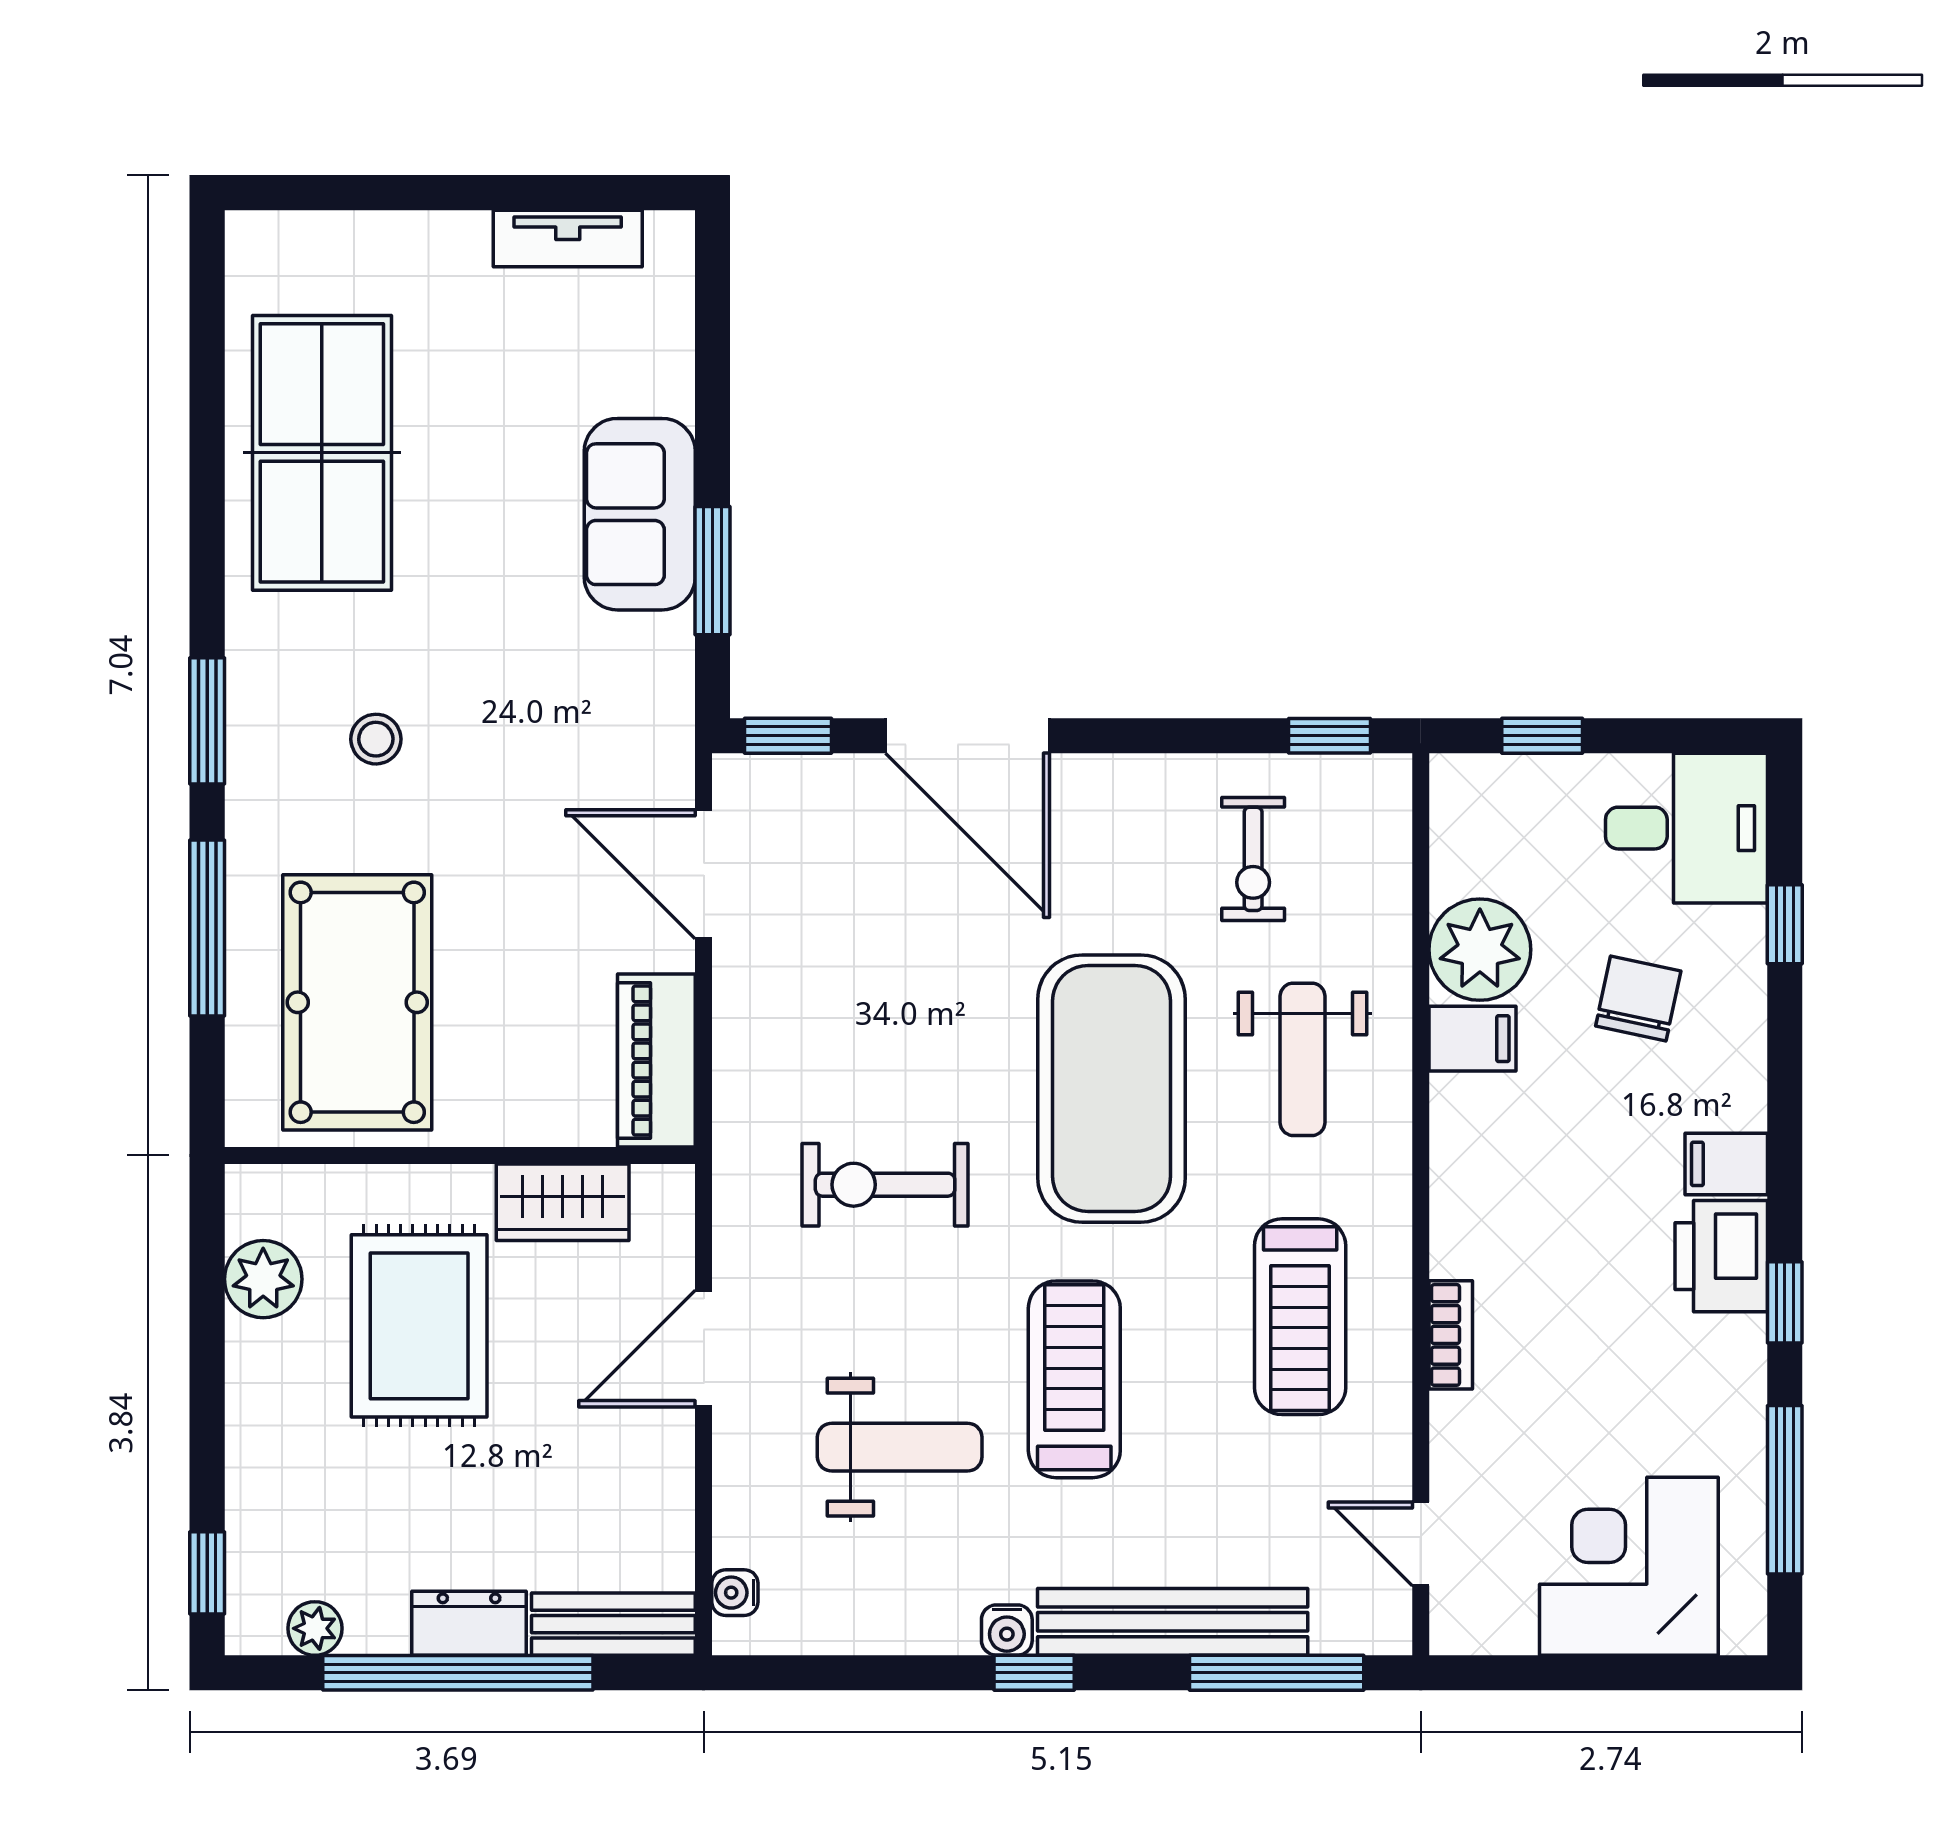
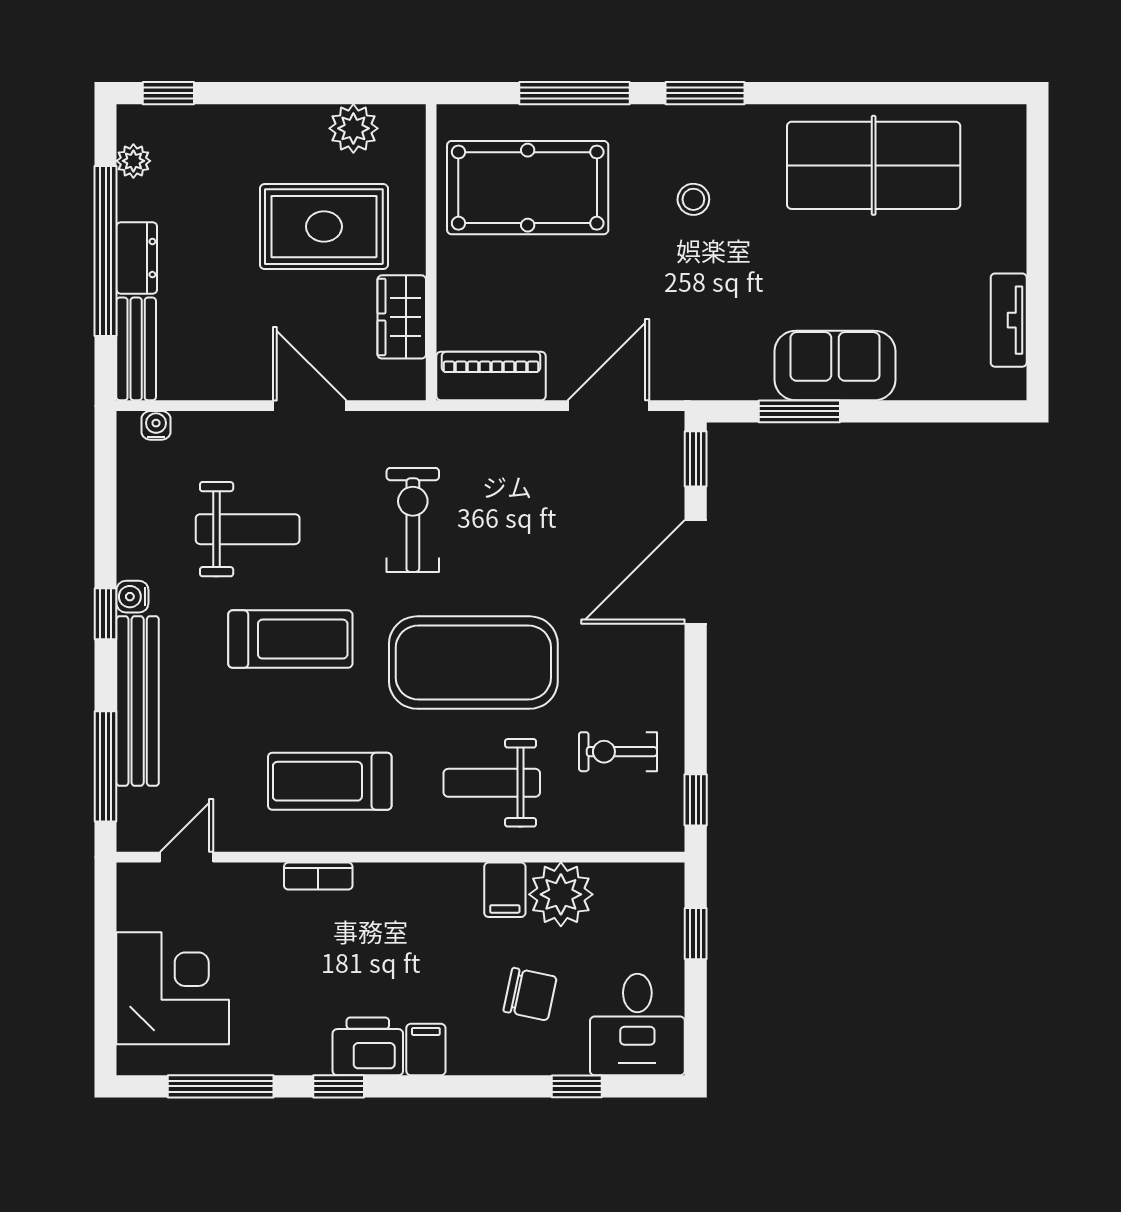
weight bench: (900, 1447) -> (248, 529), turned -90

